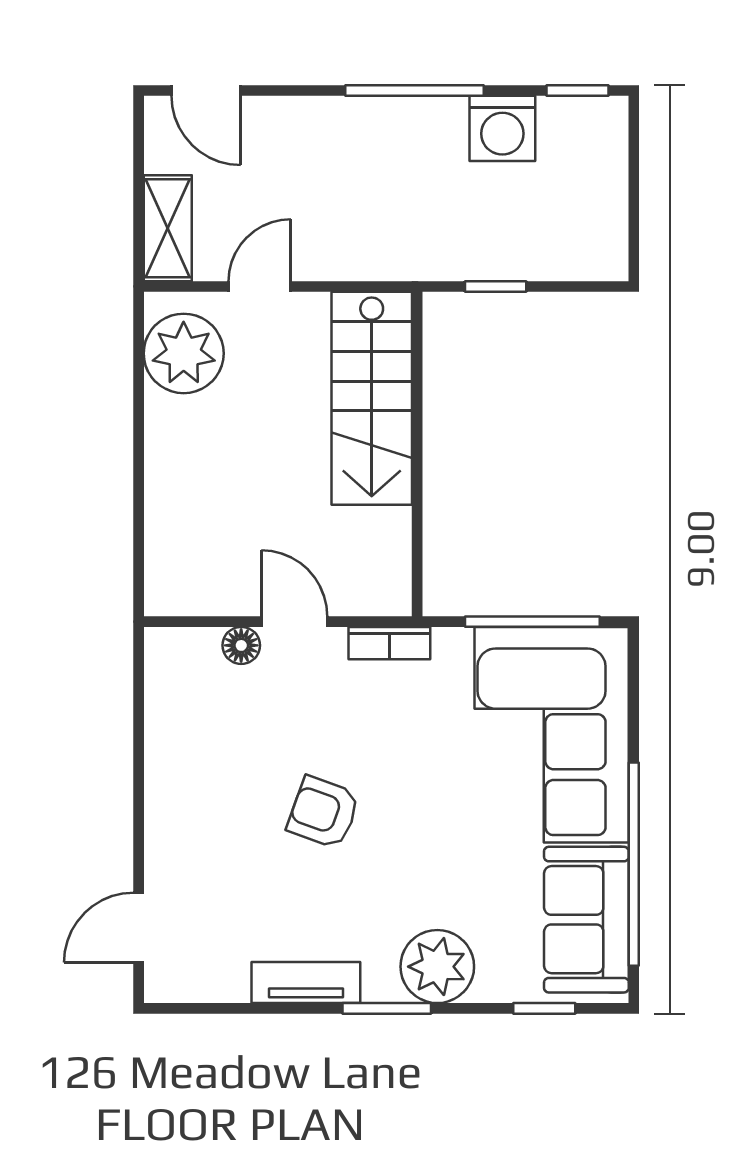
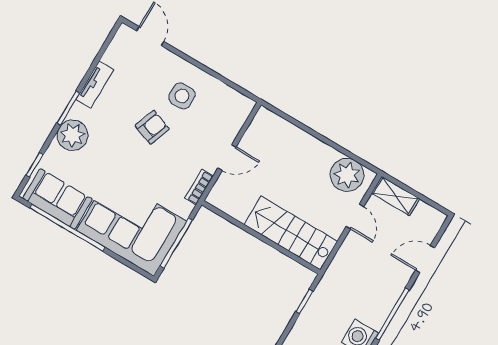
door: (206, 90) -> (425, 259), moved
floor lamp: (241, 645) -> (230, 133), removed
side table: (223, 789) -> (182, 96), added

